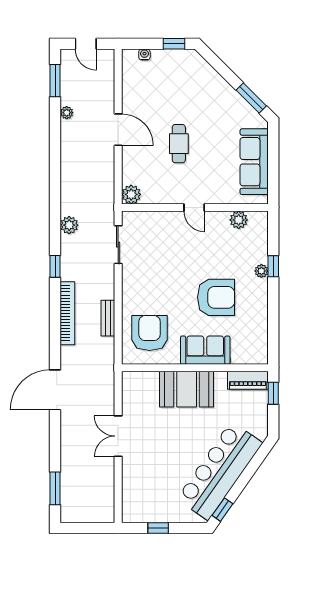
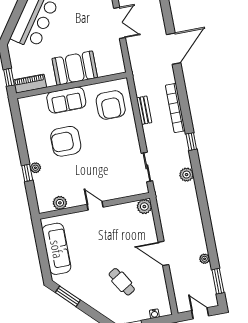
cafe table: (179, 144) -> (122, 282), moved, turned -31

